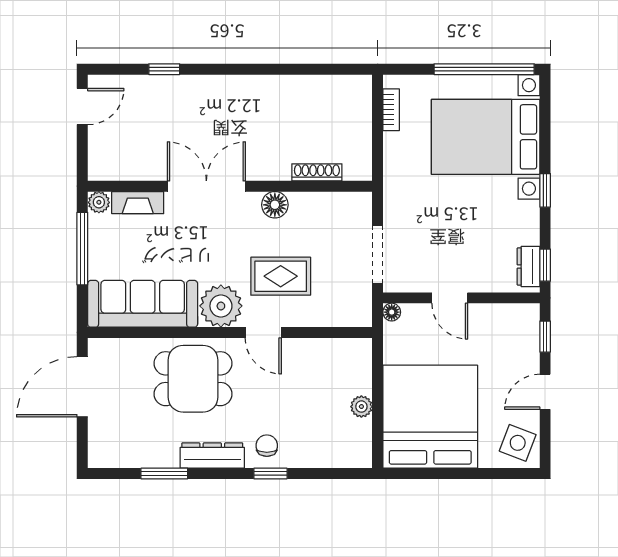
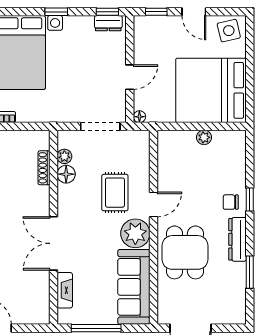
plant: (99, 202) -> (64, 156), moved
floor lamp: (275, 205) -> (66, 174), moved
side table: (518, 443) -> (229, 31), turned -34

